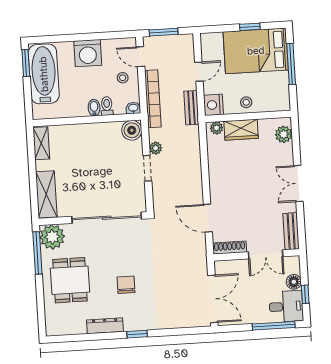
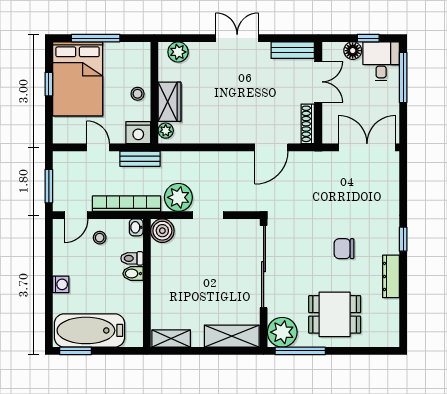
washing machine: (88, 53) -> (61, 284), width x0.53, depth x0.53
plant: (156, 148) -> (178, 197), width x1.88, depth x1.88
double door: (298, 183) -> (237, 38), swing flipped

